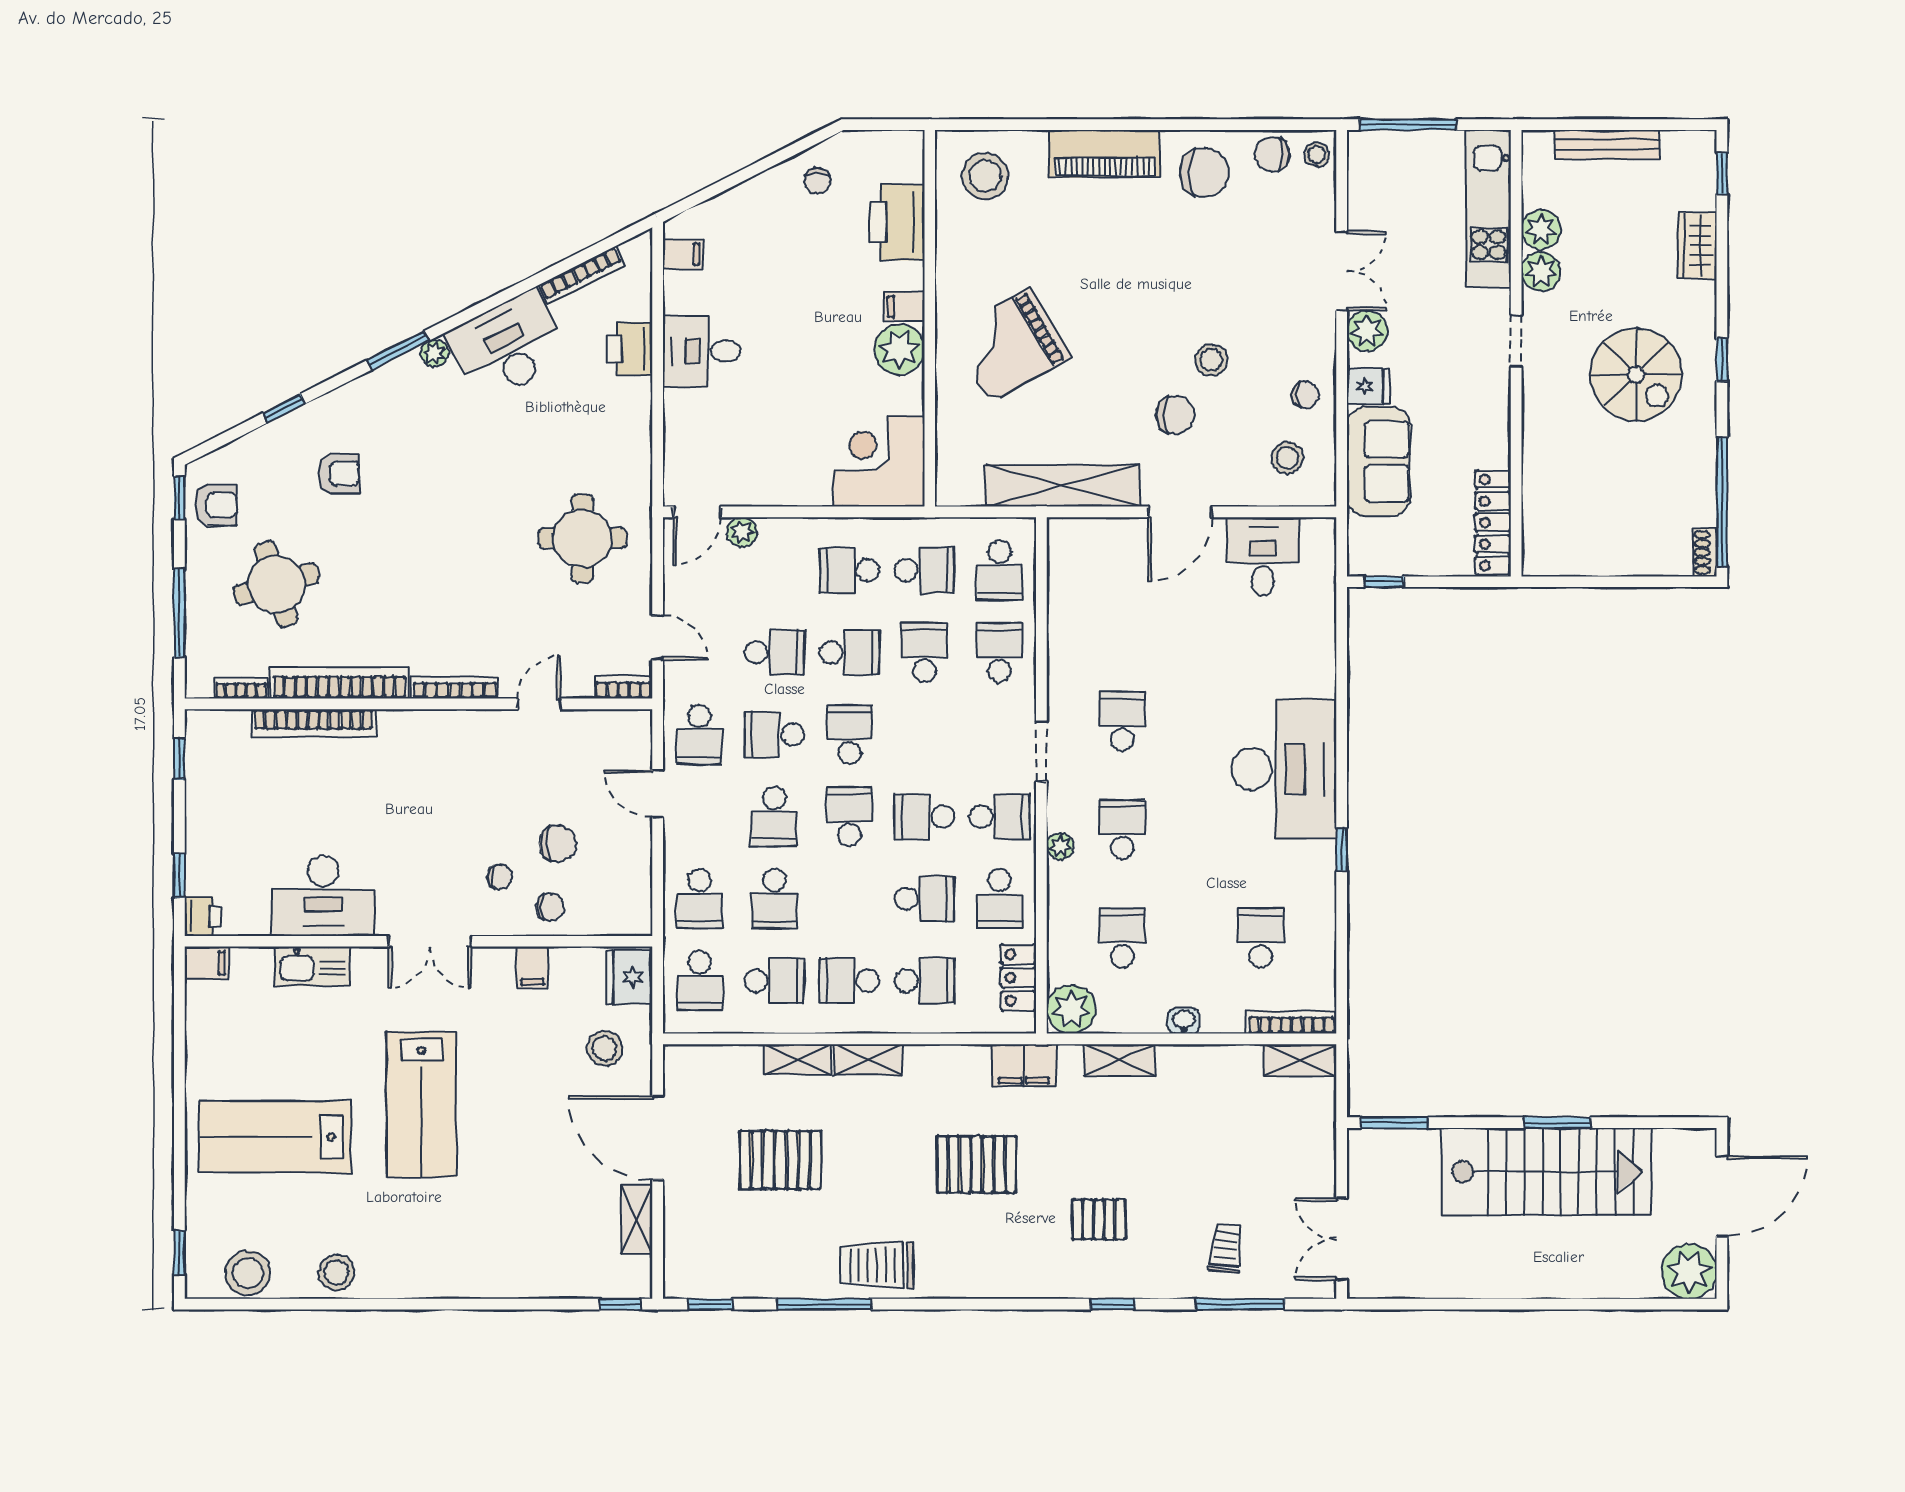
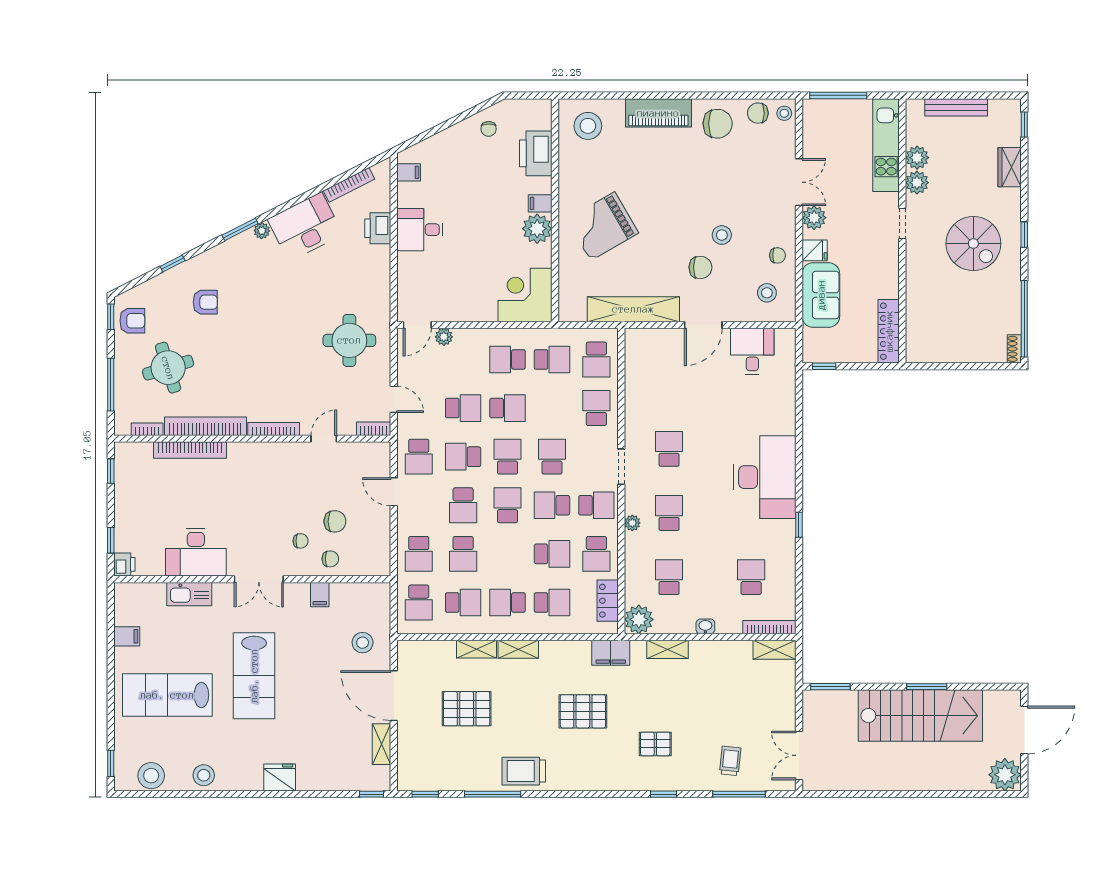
school desk: (924, 652) -> (552, 457), moved
filing cabinet: (207, 963) -> (127, 636), moved
fridge: (629, 977) -> (280, 777), moved, turned 90

